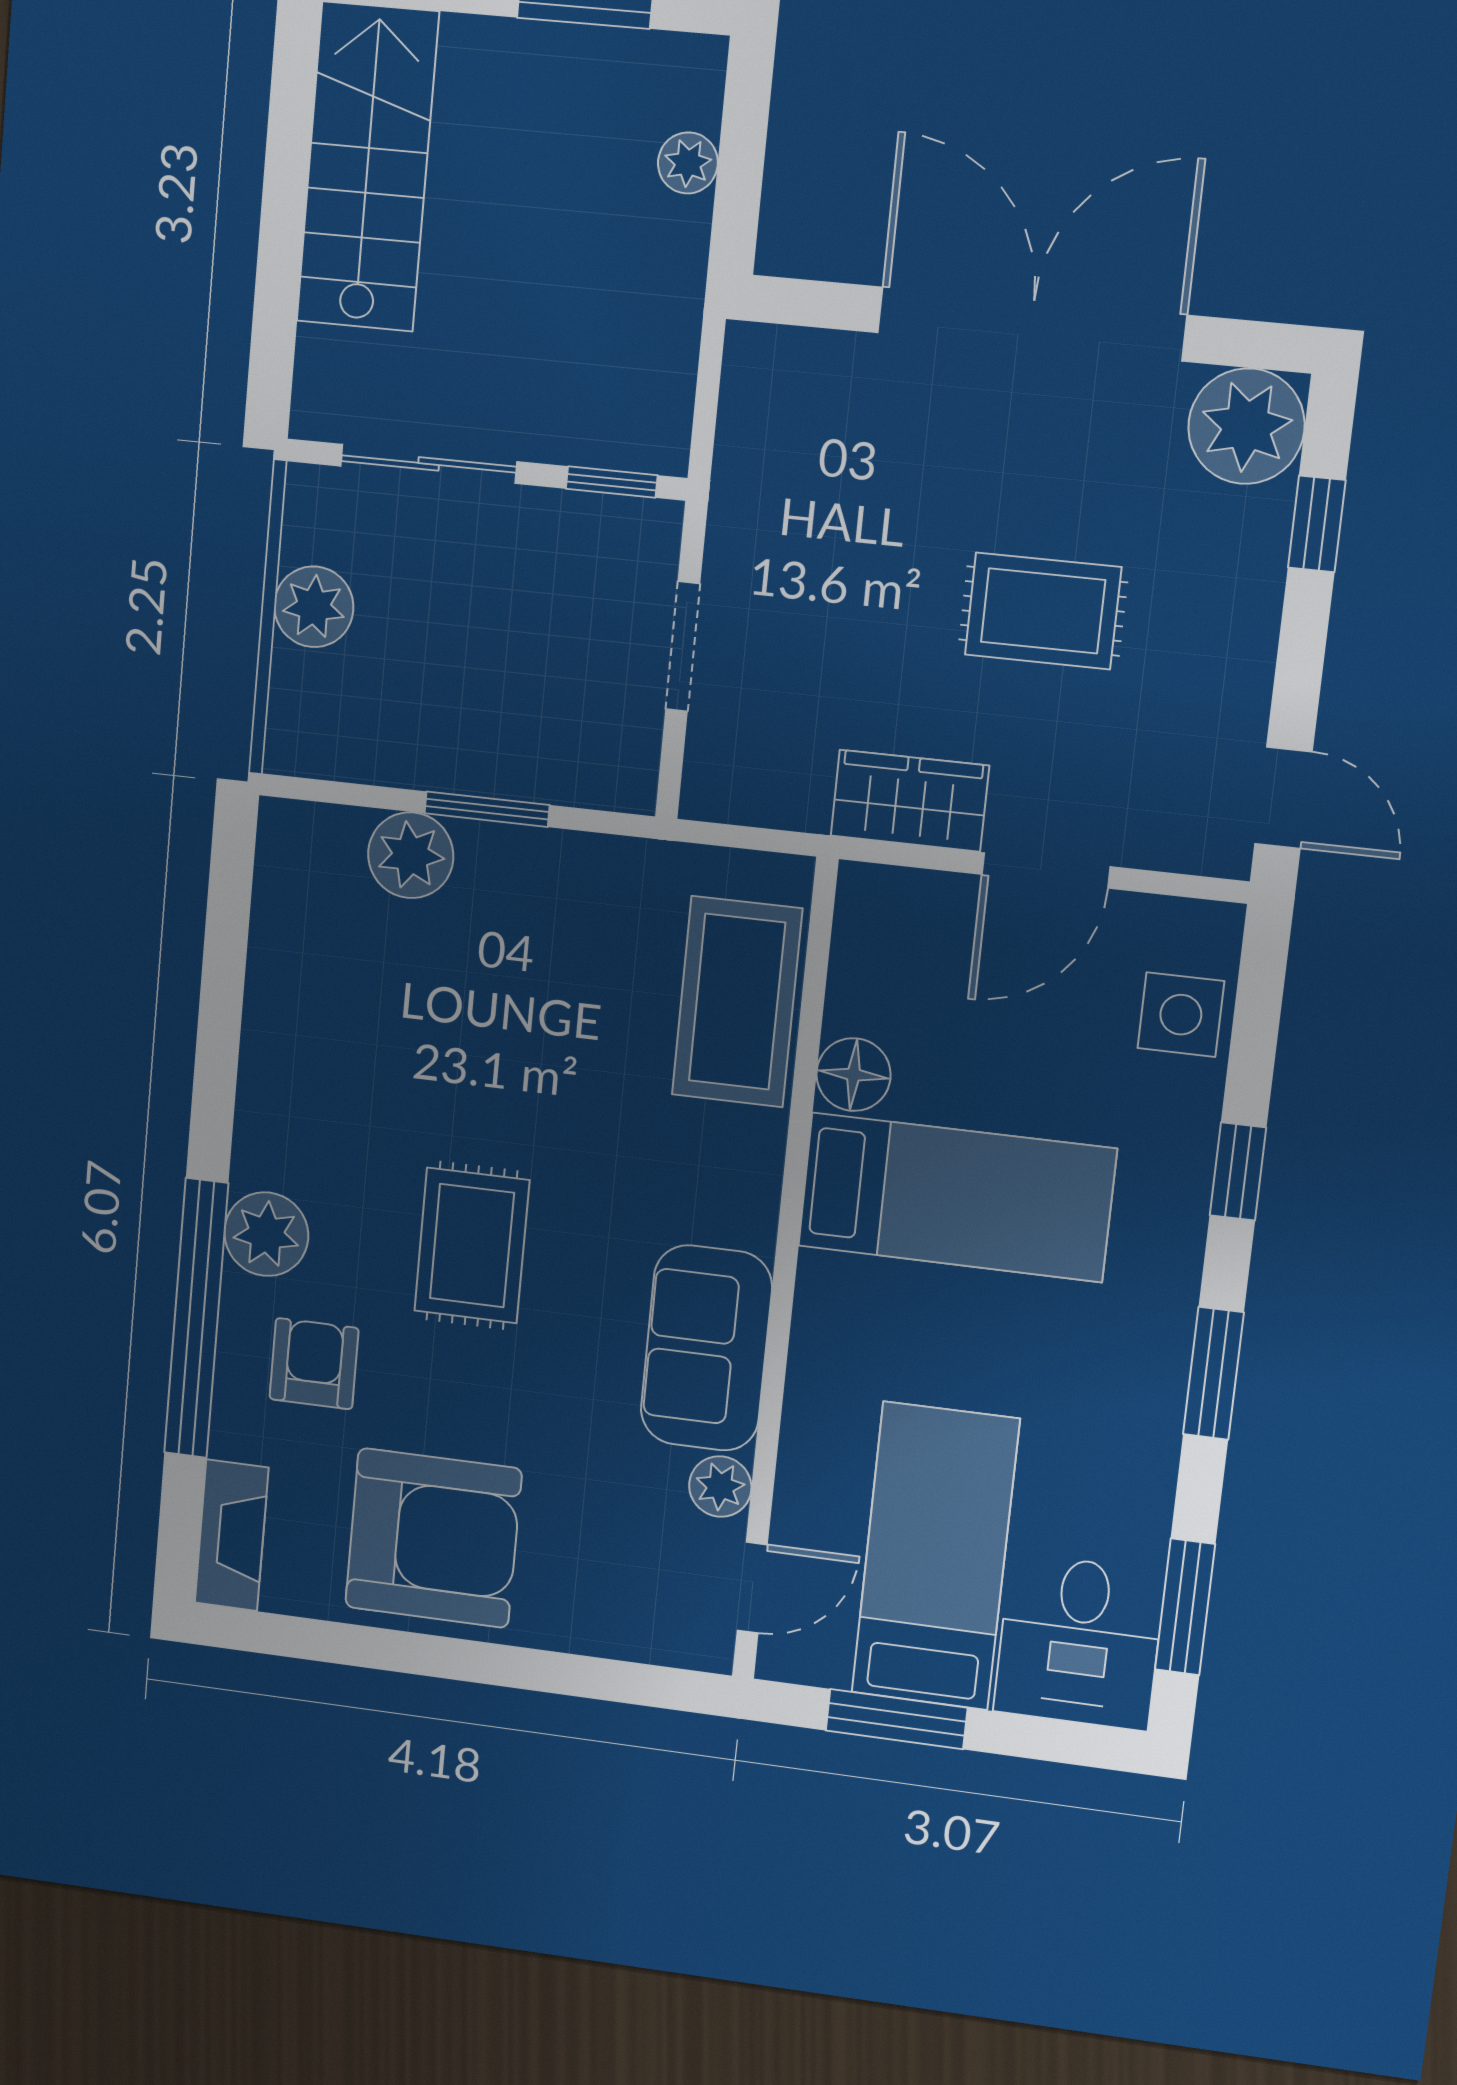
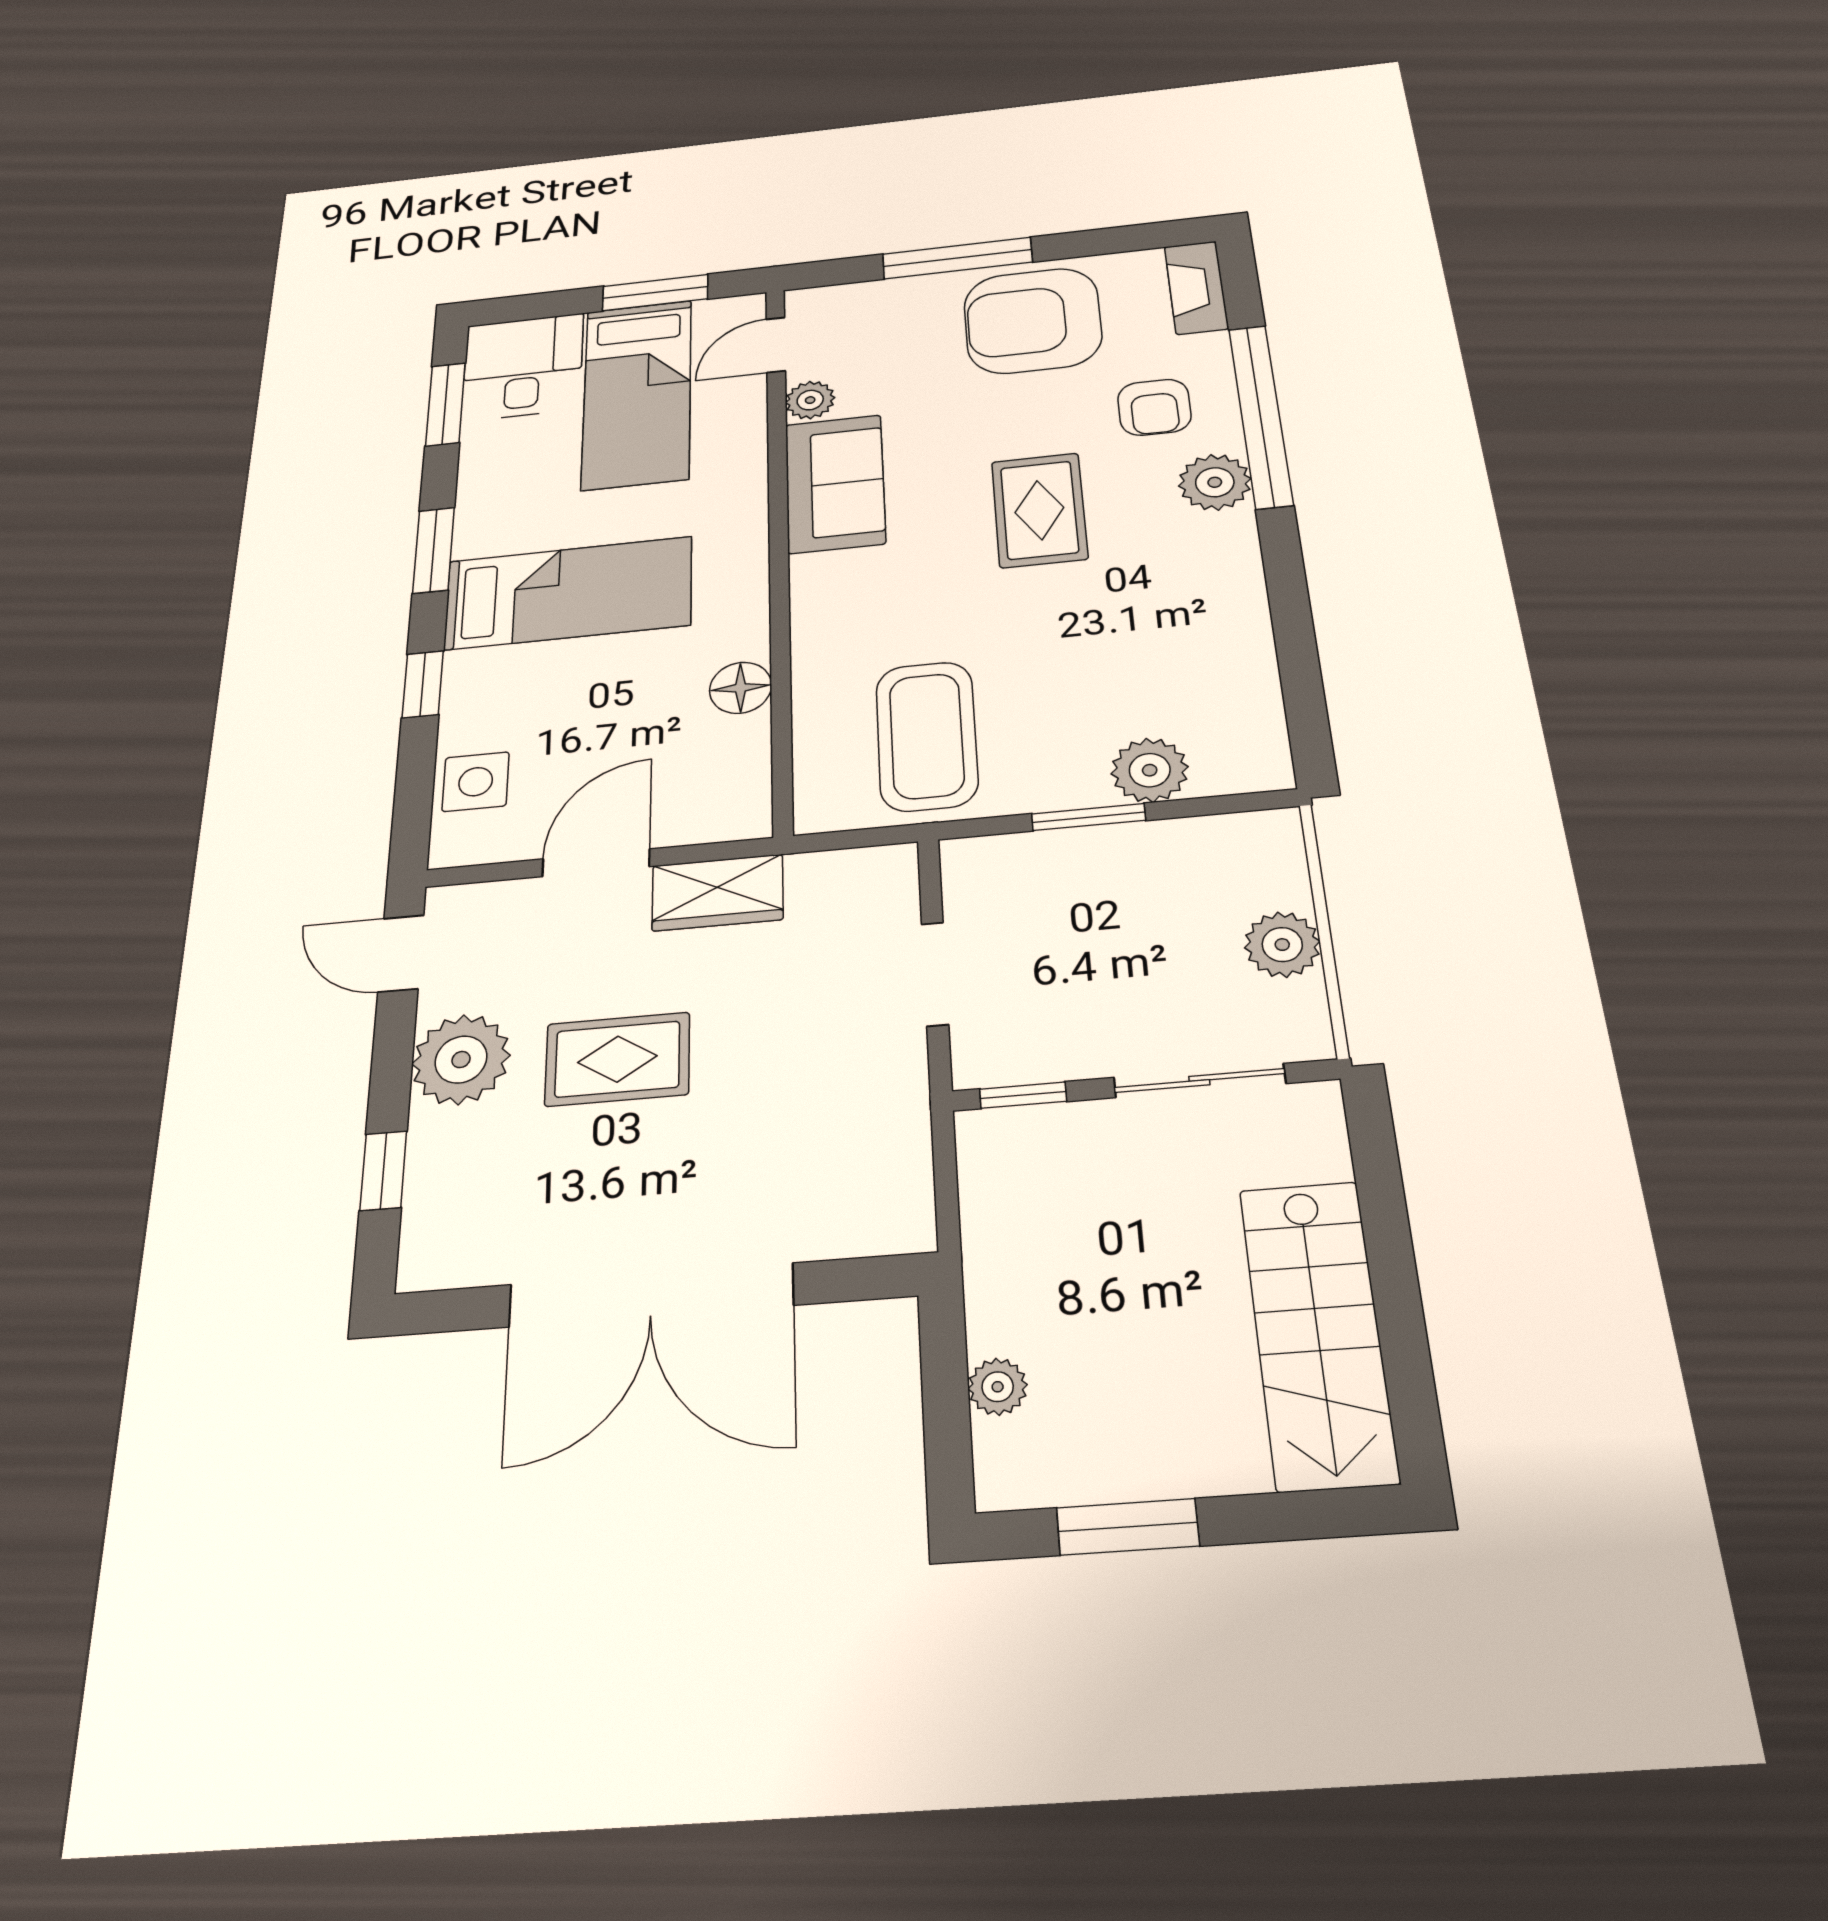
plant: (1246, 426) -> (461, 1060), moved
coffee table: (737, 1002) -> (927, 736), moved
bed: (957, 1197) -> (568, 593), moved, turned 180
window: (509, 1666) -> (957, 258), added

